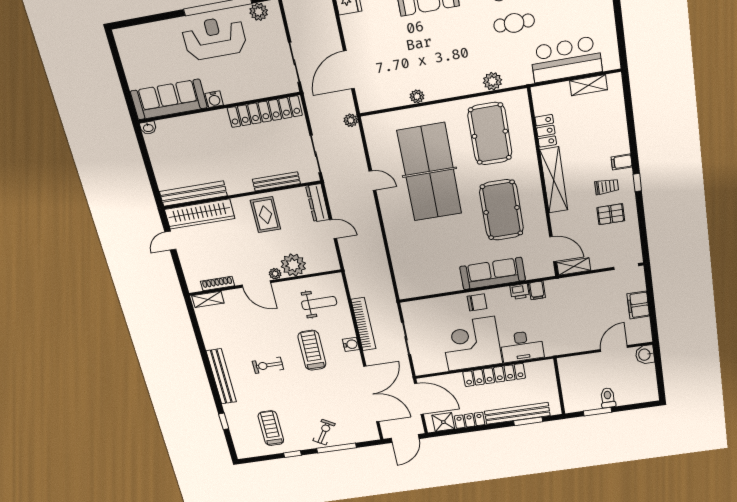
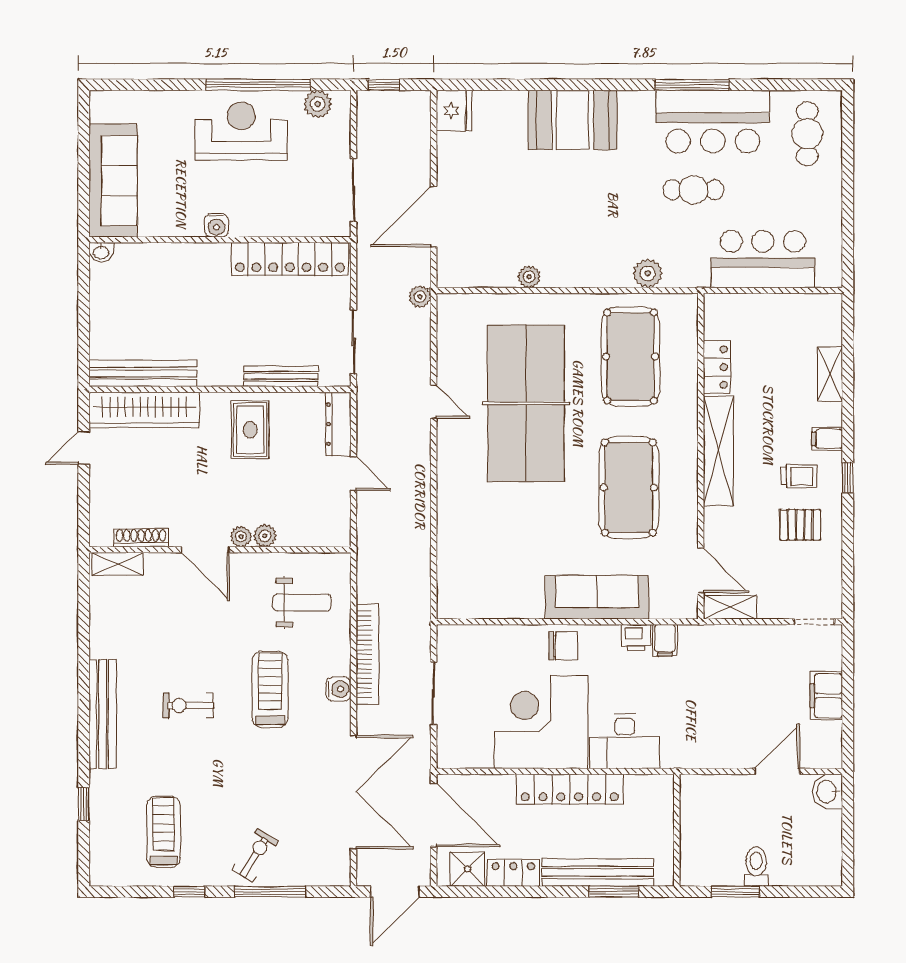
shelving: (589, 85) -> (830, 374), moved, turned 90
sofa: (169, 99) -> (113, 180), moved, turned 90
plant: (293, 265) -> (265, 536), width x0.53, depth x0.53

